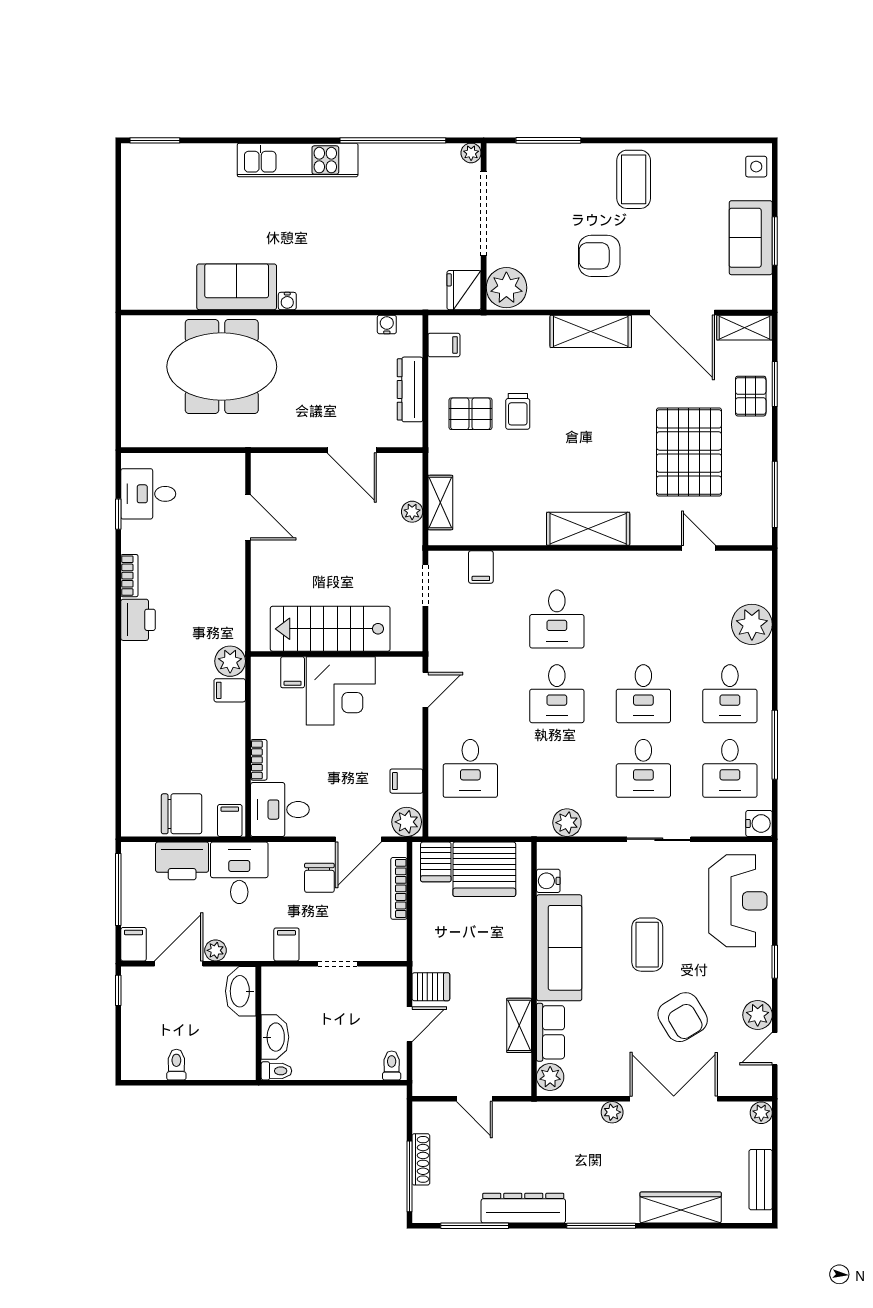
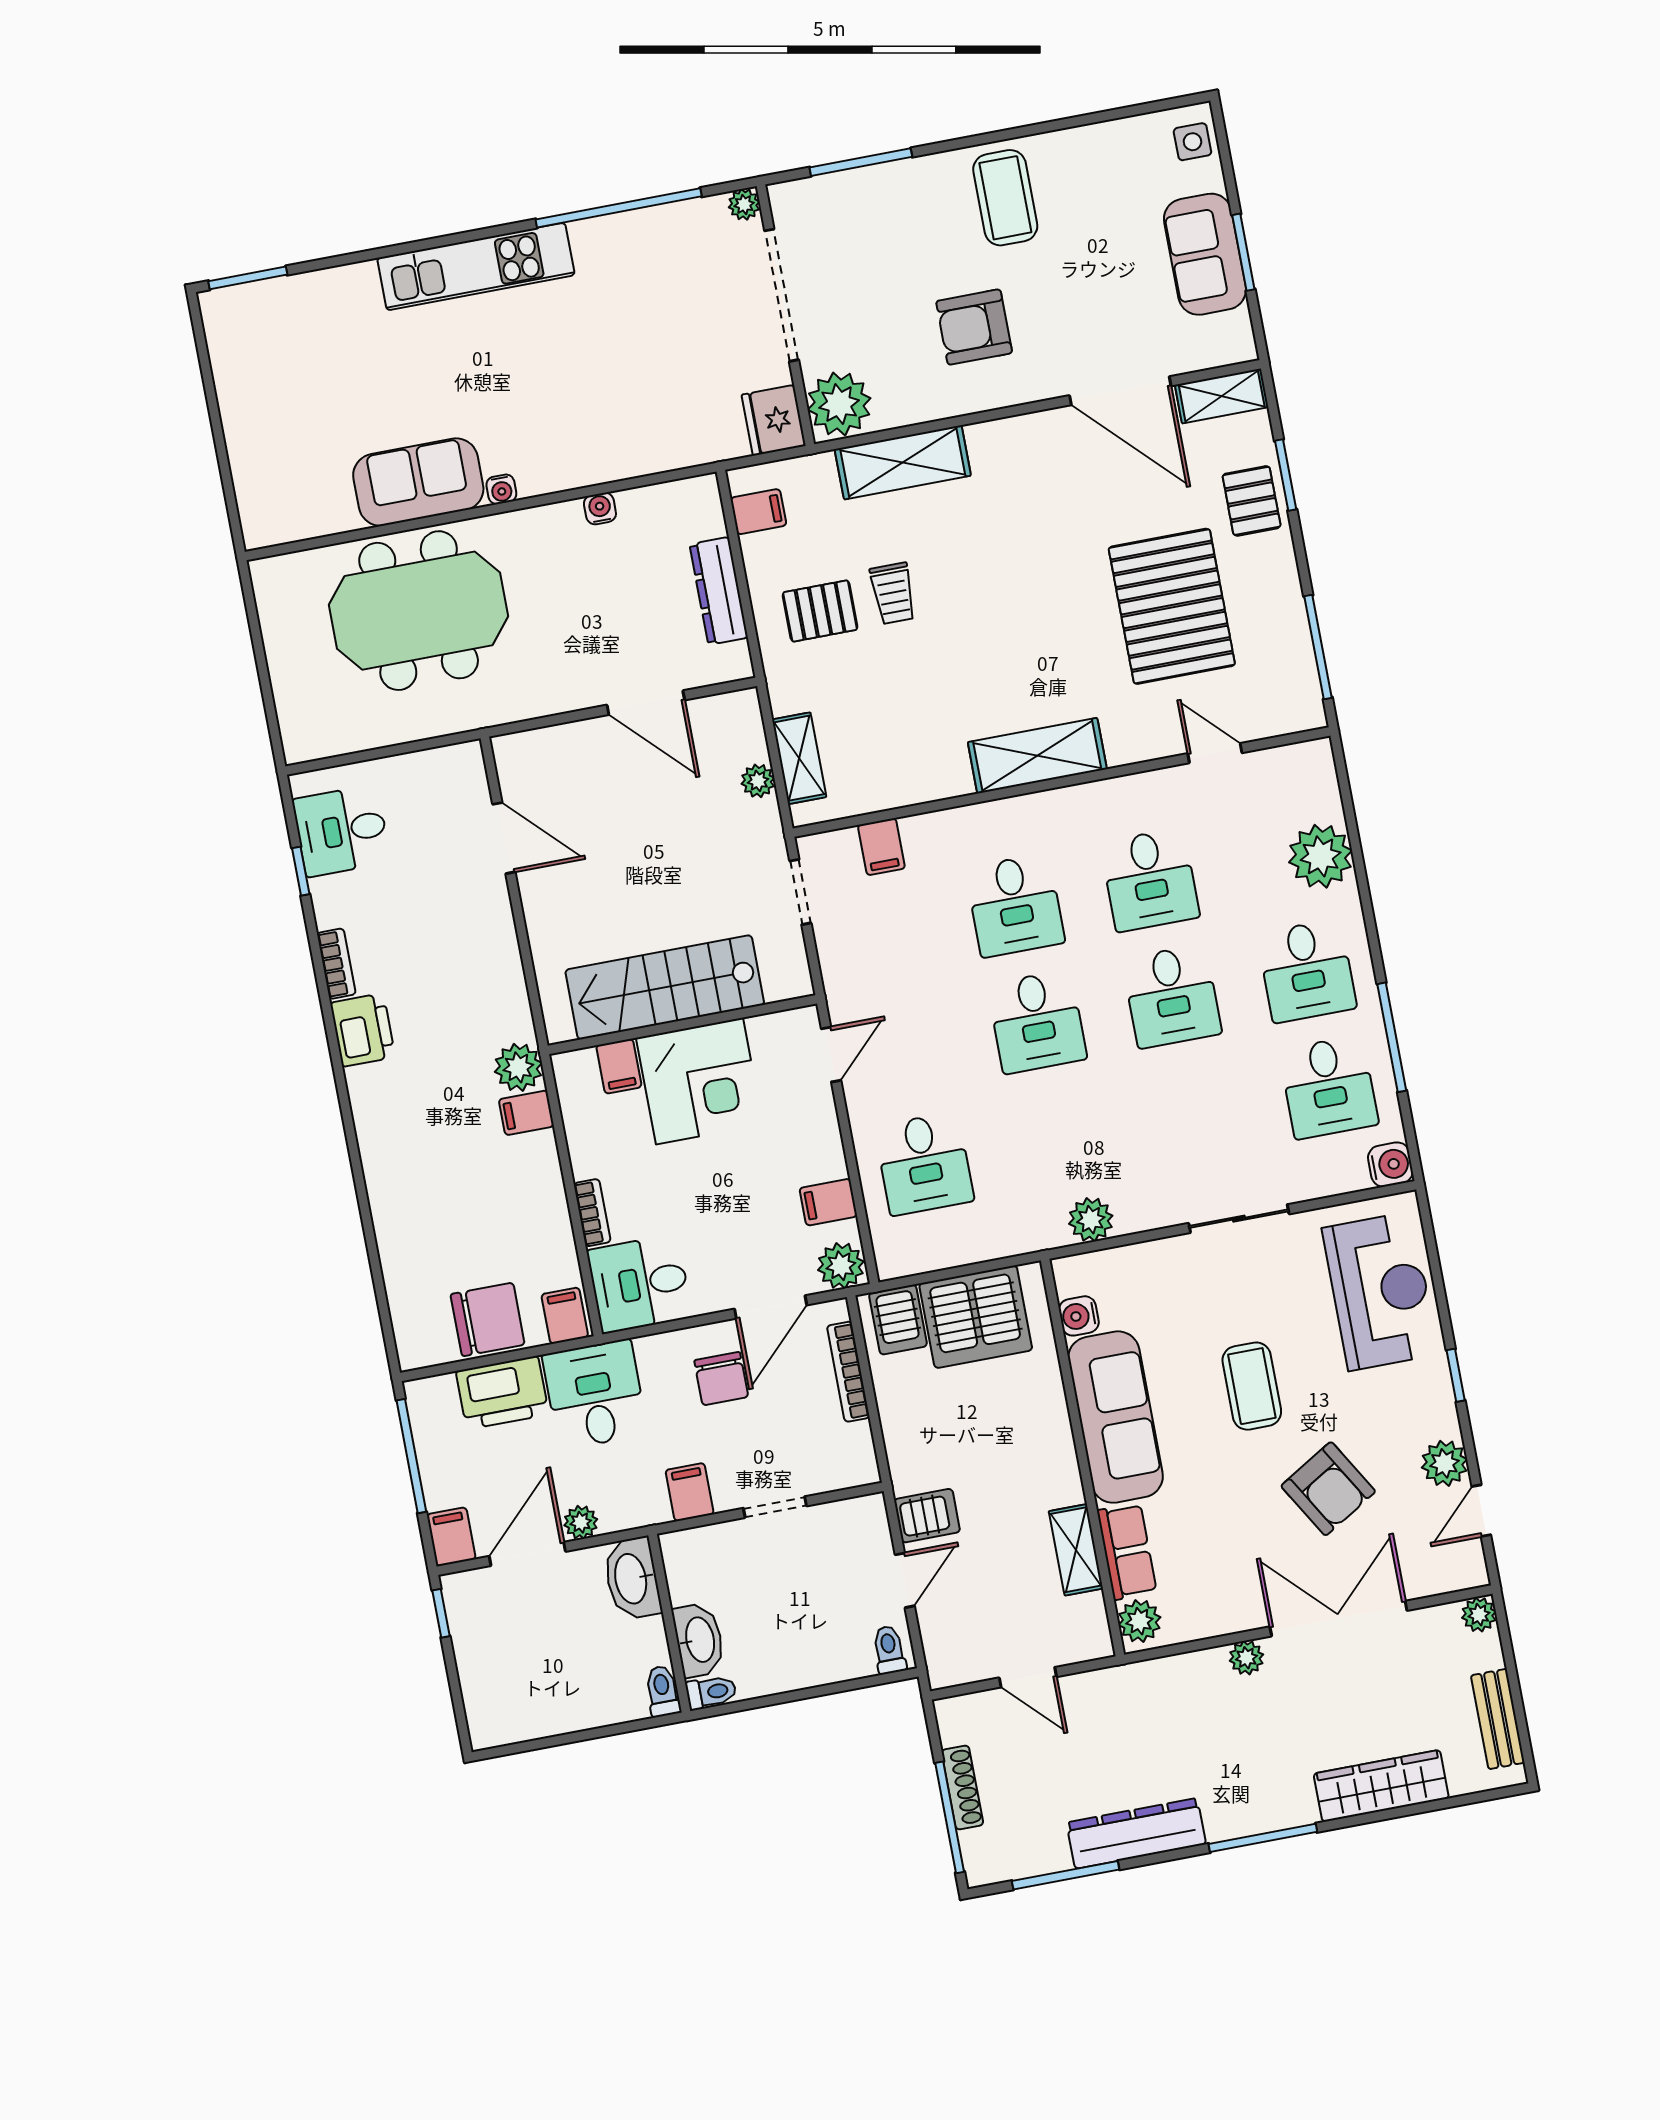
water cooler: (387, 324) -> (600, 509), moved
shelving: (591, 331) -> (903, 462), moved
desk: (643, 768) -> (1150, 880), moved
toilet: (176, 1065) -> (663, 1691), moved

